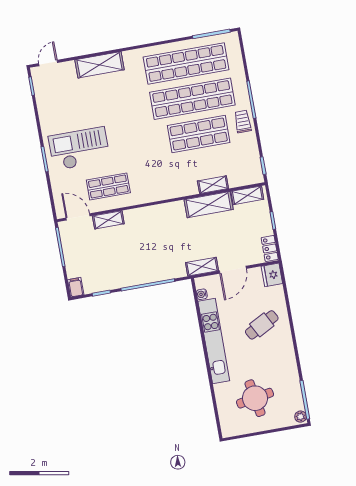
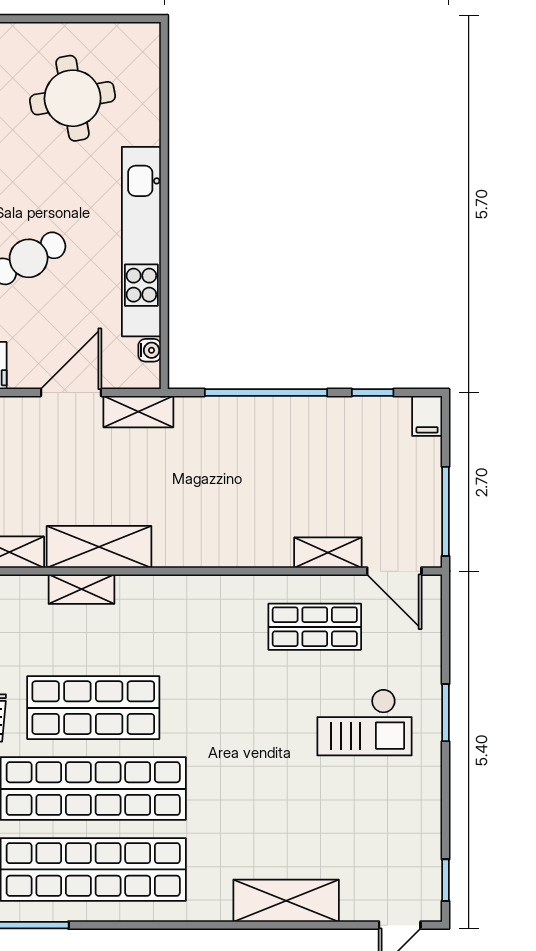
checkout: (79, 149) -> (365, 722), width x0.73, depth x0.83

